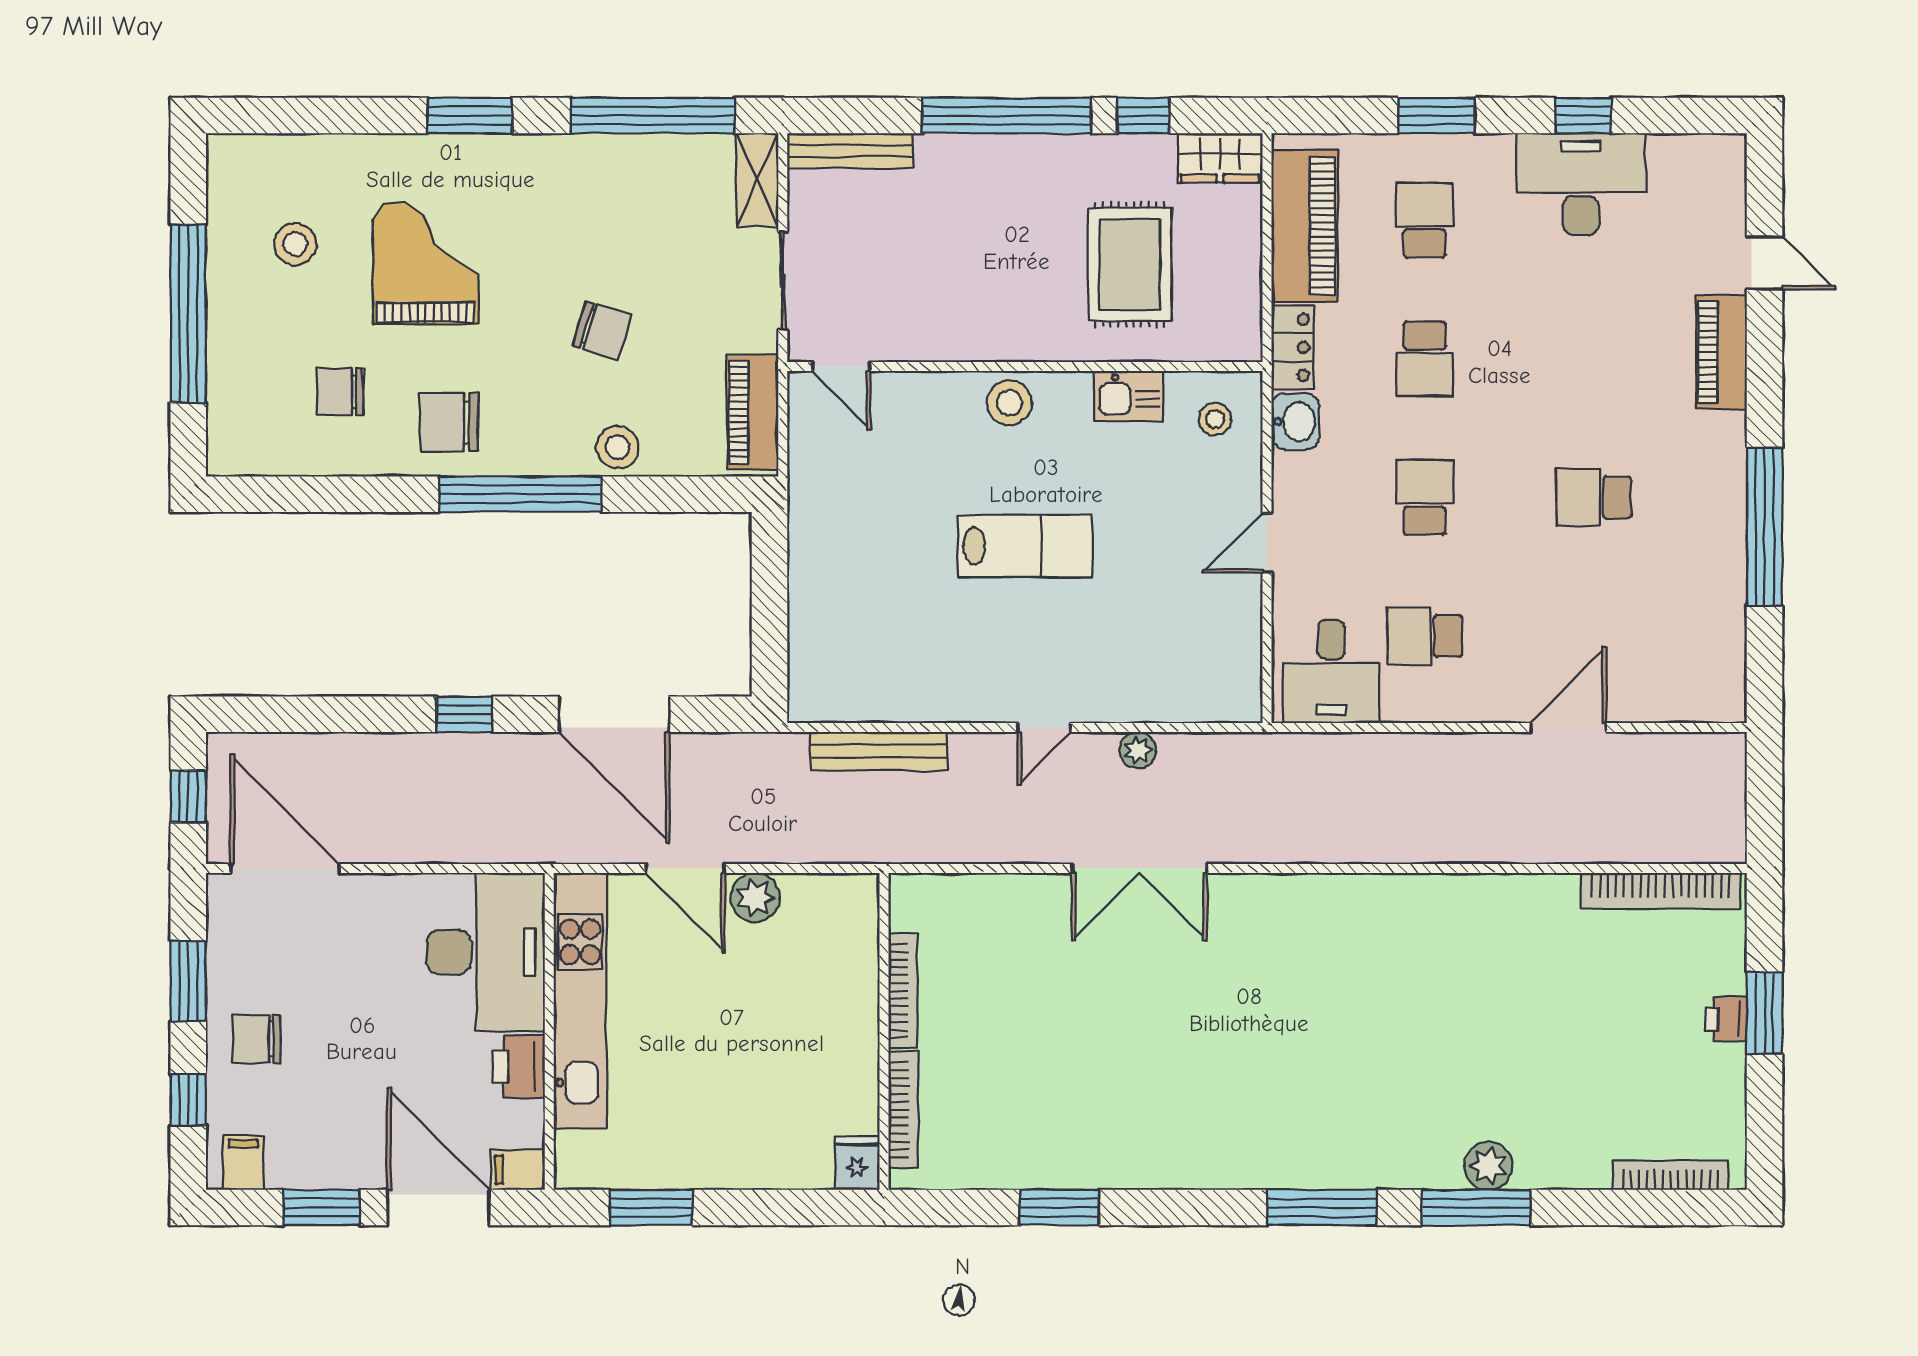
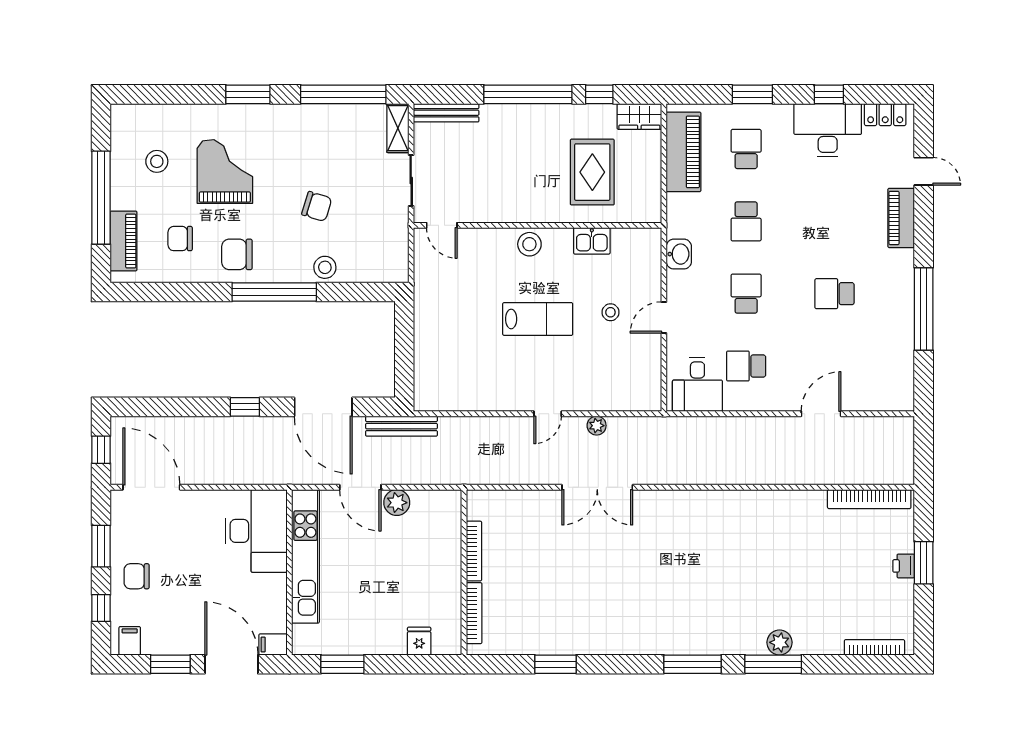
locker: (1293, 347) -> (885, 115), moved, turned 90
piano: (753, 412) -> (124, 241), moved, turned 180
stool: (1215, 419) -> (610, 312), moved
bench: (879, 751) -> (401, 426), moved
printer: (519, 1067) -> (273, 591), removed
fridge: (857, 1163) -> (419, 641), moved

